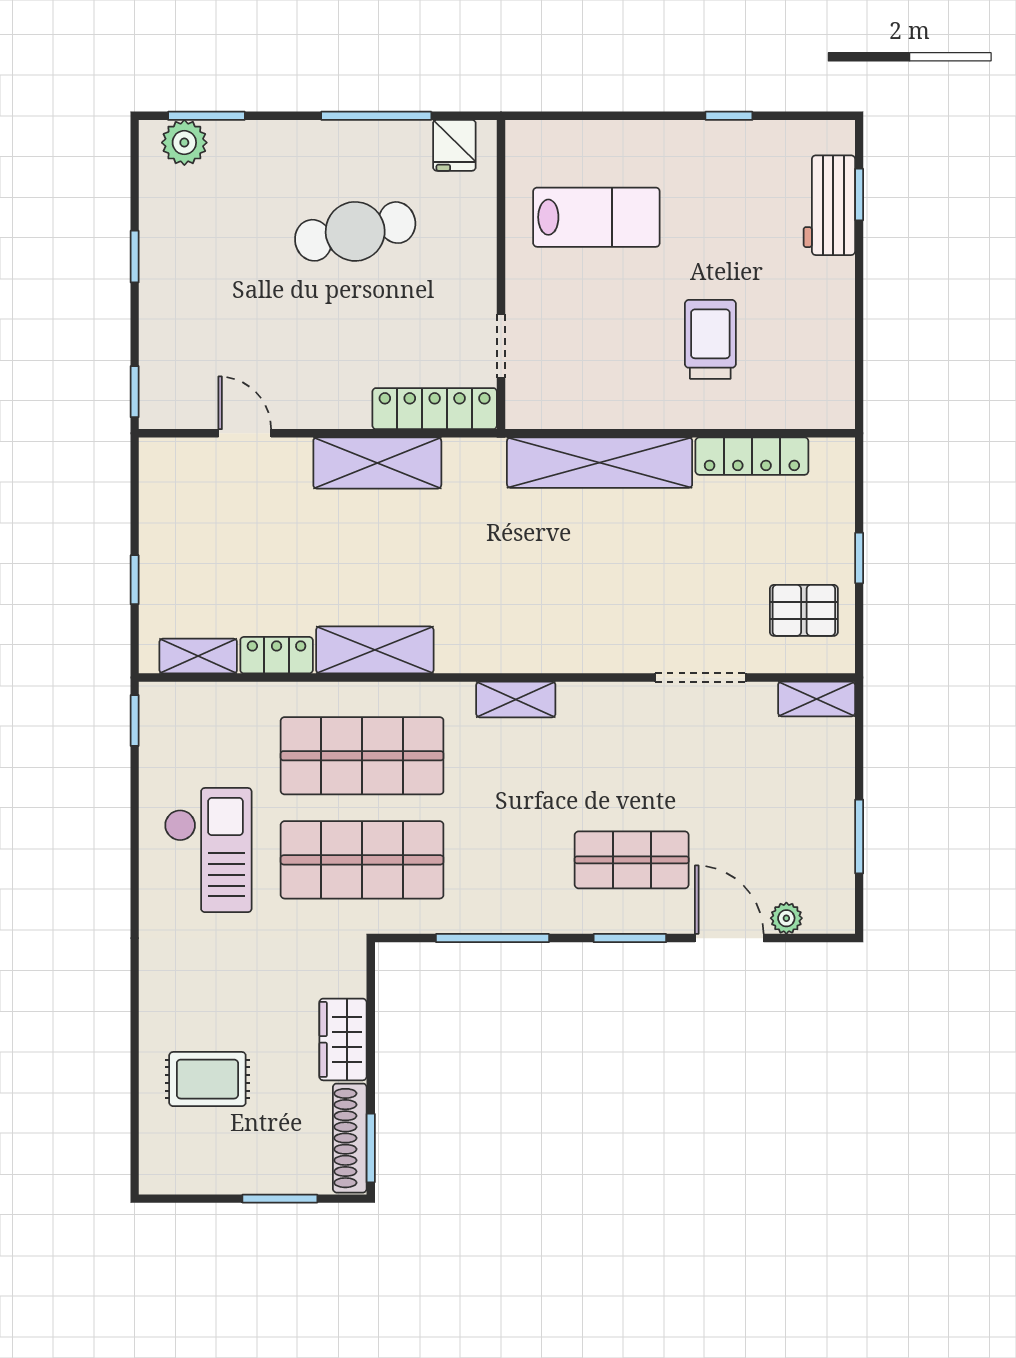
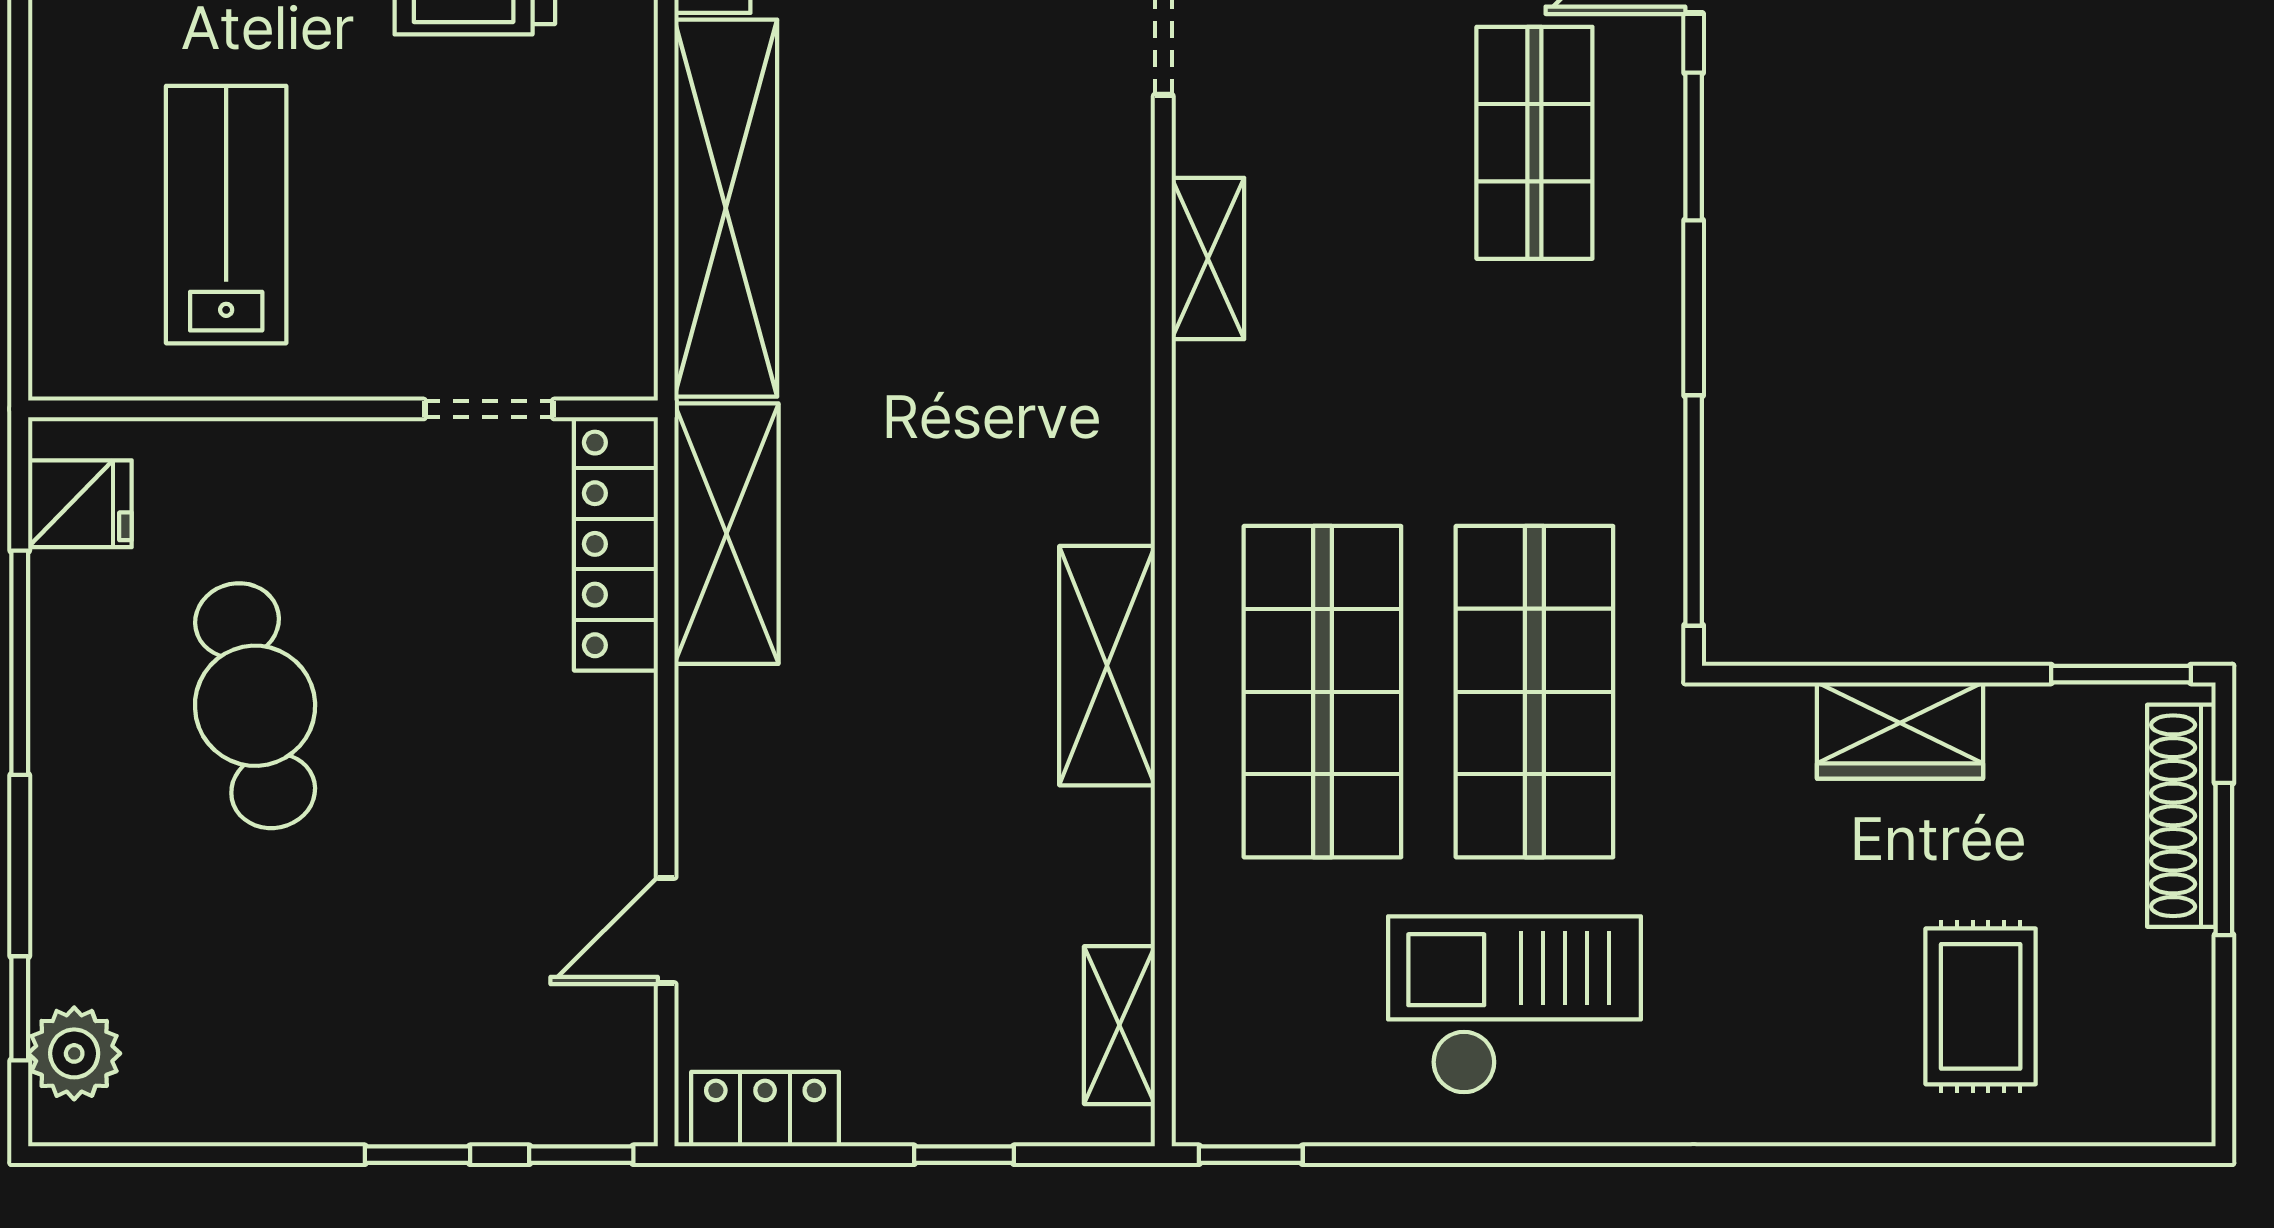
window: (206, 116) -> (20, 1008), width x0.67
window: (135, 257) -> (417, 1155), moved
shelving: (377, 463) -> (726, 534), moved
locker: (277, 655) -> (765, 1109), moved, turned 90
shelving: (516, 699) -> (1208, 258), moved
window: (492, 938) -> (1694, 510), moved
shoe rack: (350, 1138) -> (2181, 816), moved, turned 90

